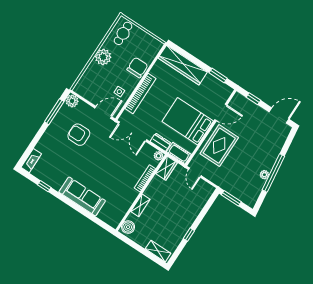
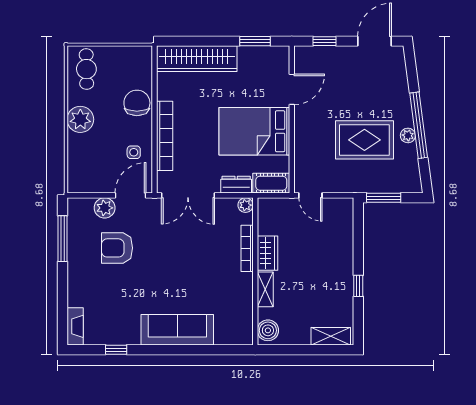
plant: (72, 101) -> (105, 208), moved
rug: (219, 146) -> (364, 140), moved, turned 90
wardrobe: (166, 168) -> (267, 253), moved

